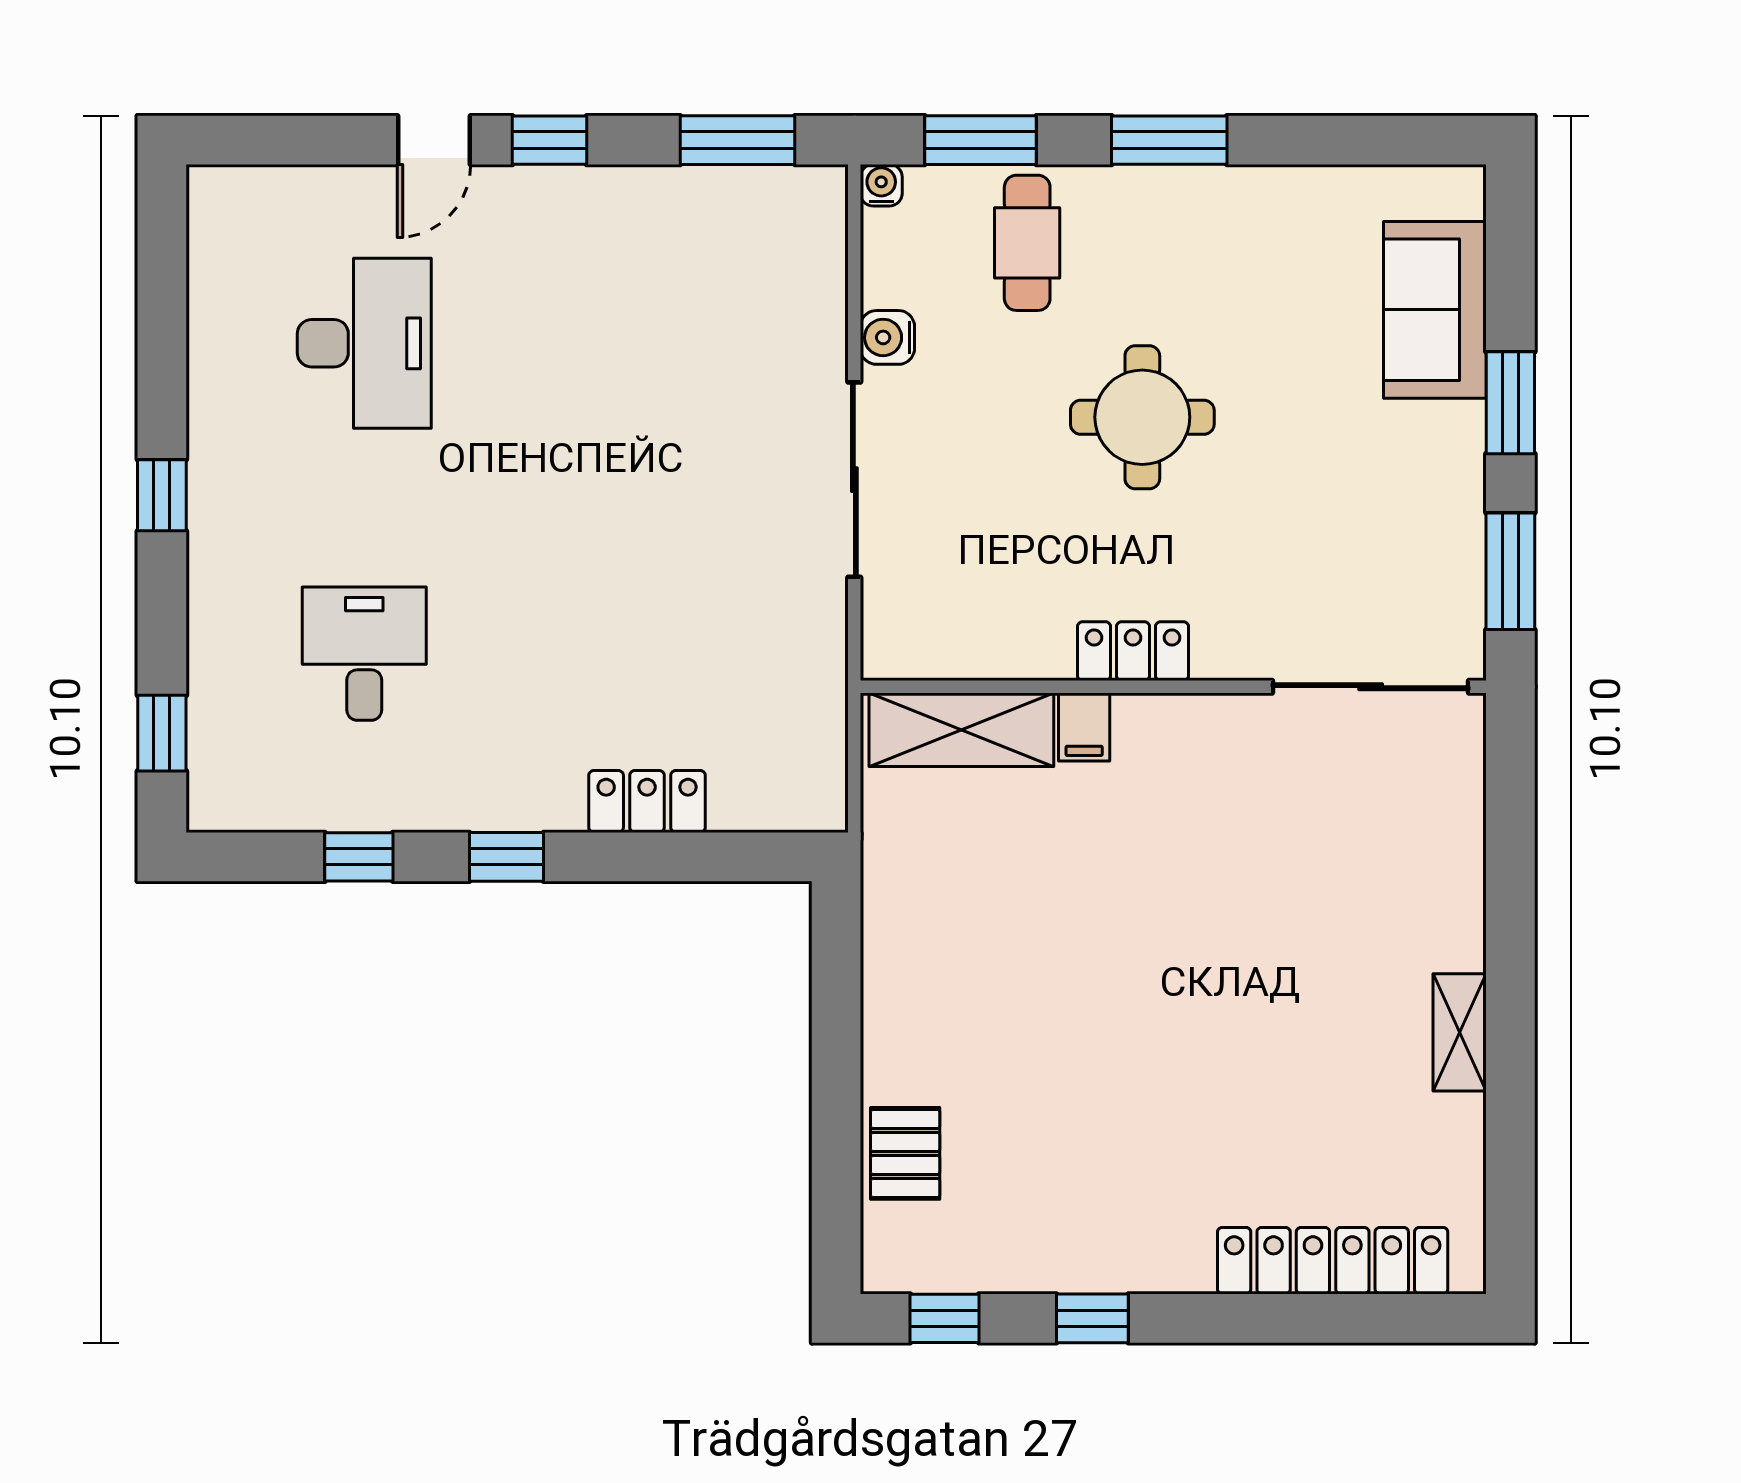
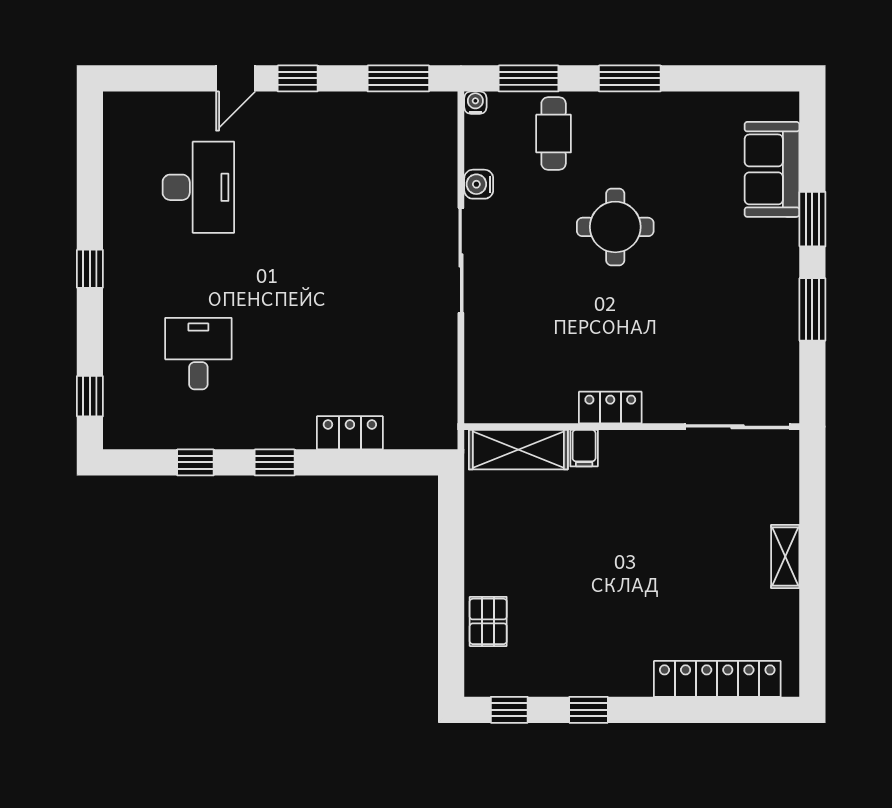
locker: (1133, 651) -> (610, 408), moved
wall: (1173, 687) -> (632, 427), moved
sliding door: (1371, 687) -> (738, 427), moved
filing cabinet: (1084, 727) -> (584, 448), moved
shelving: (961, 730) -> (518, 450), moved

